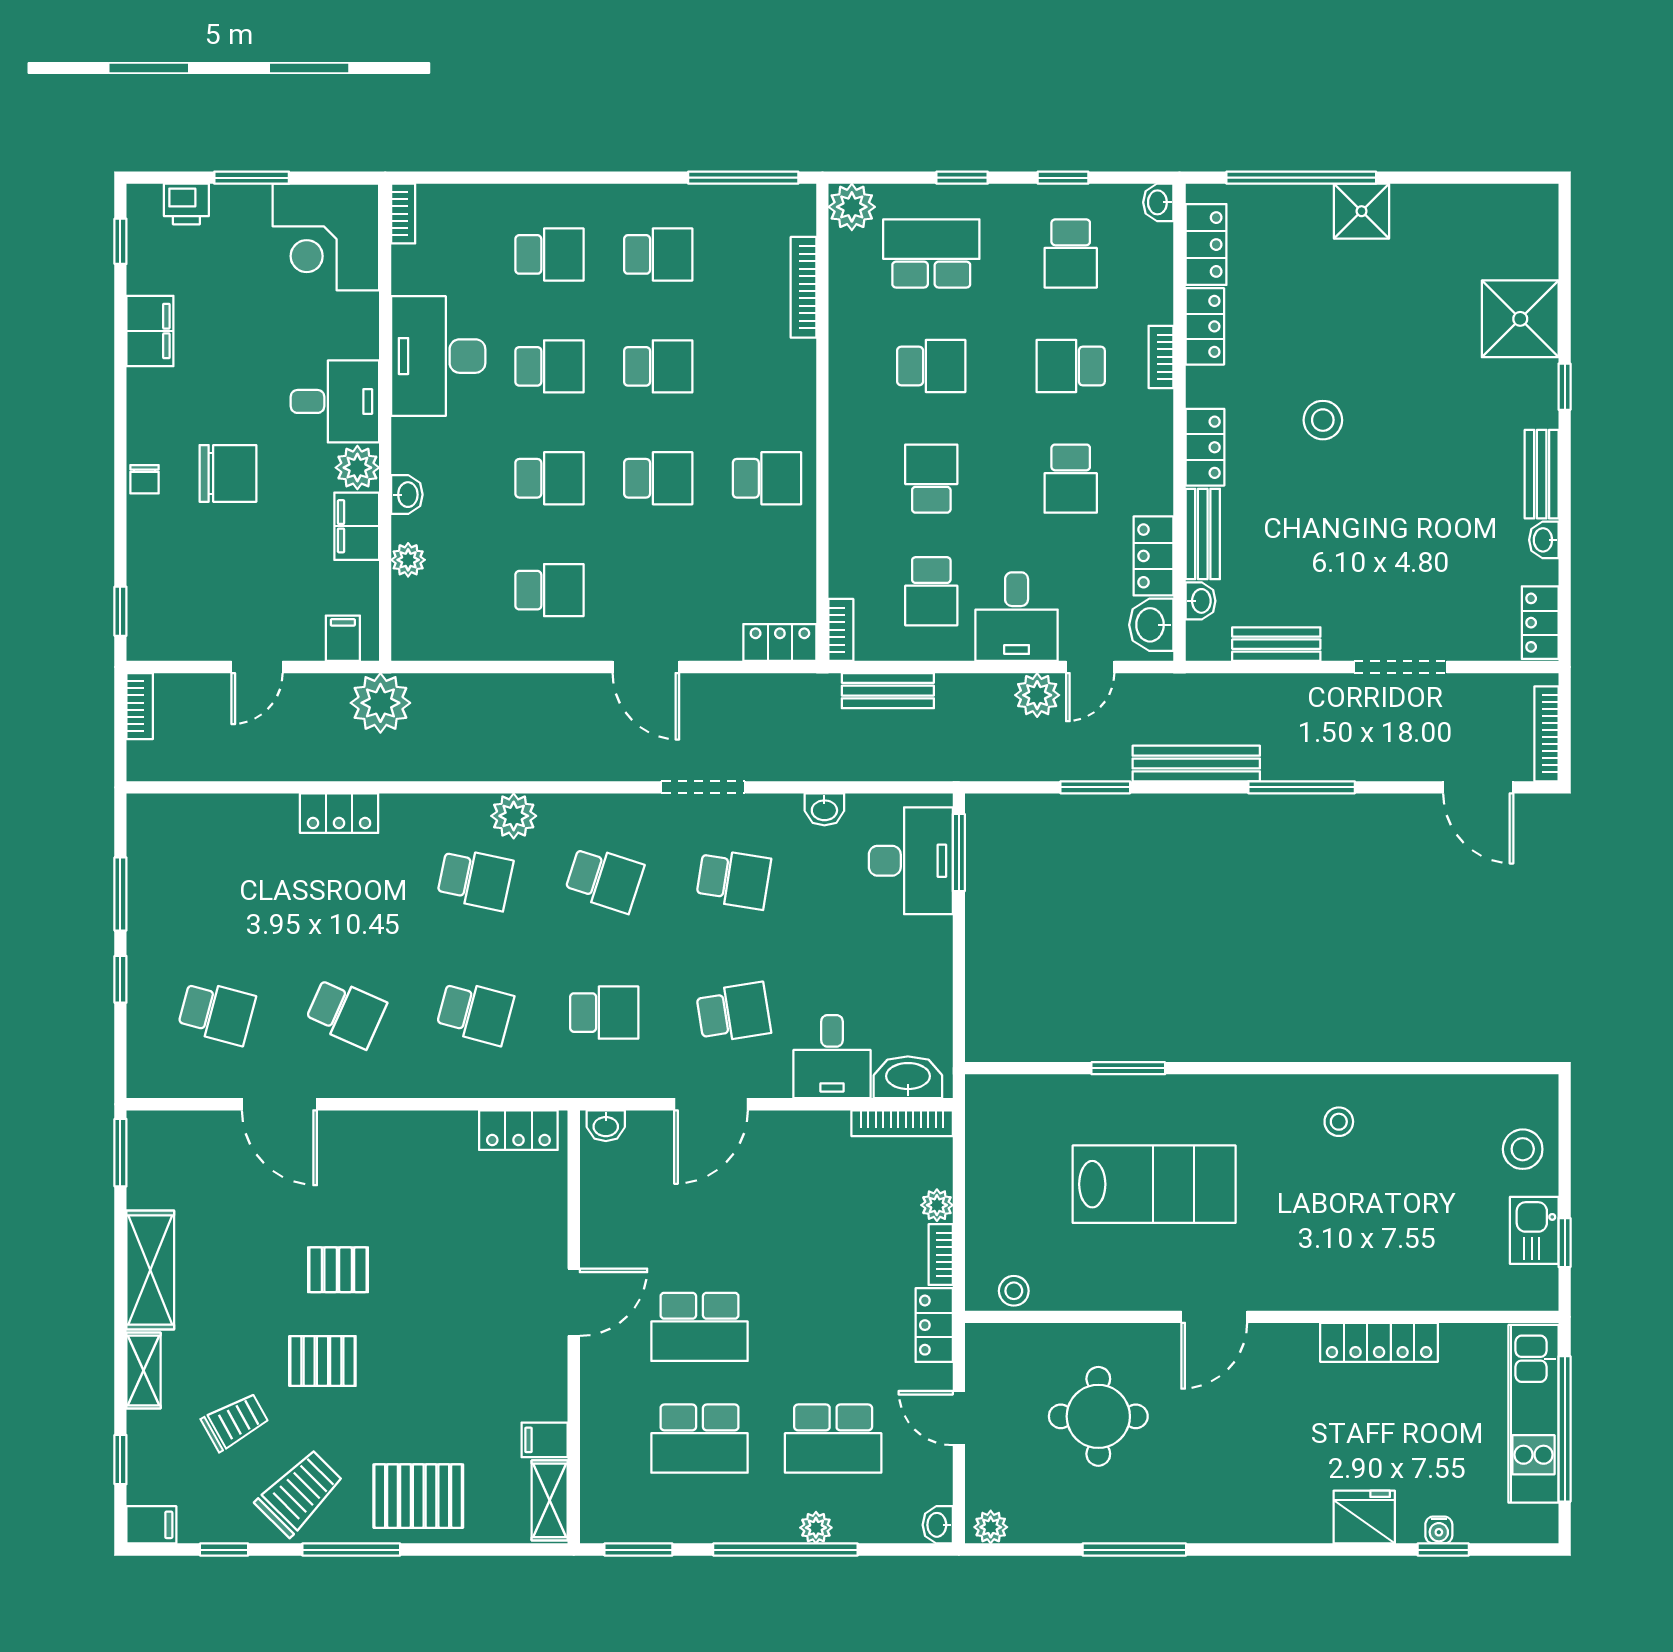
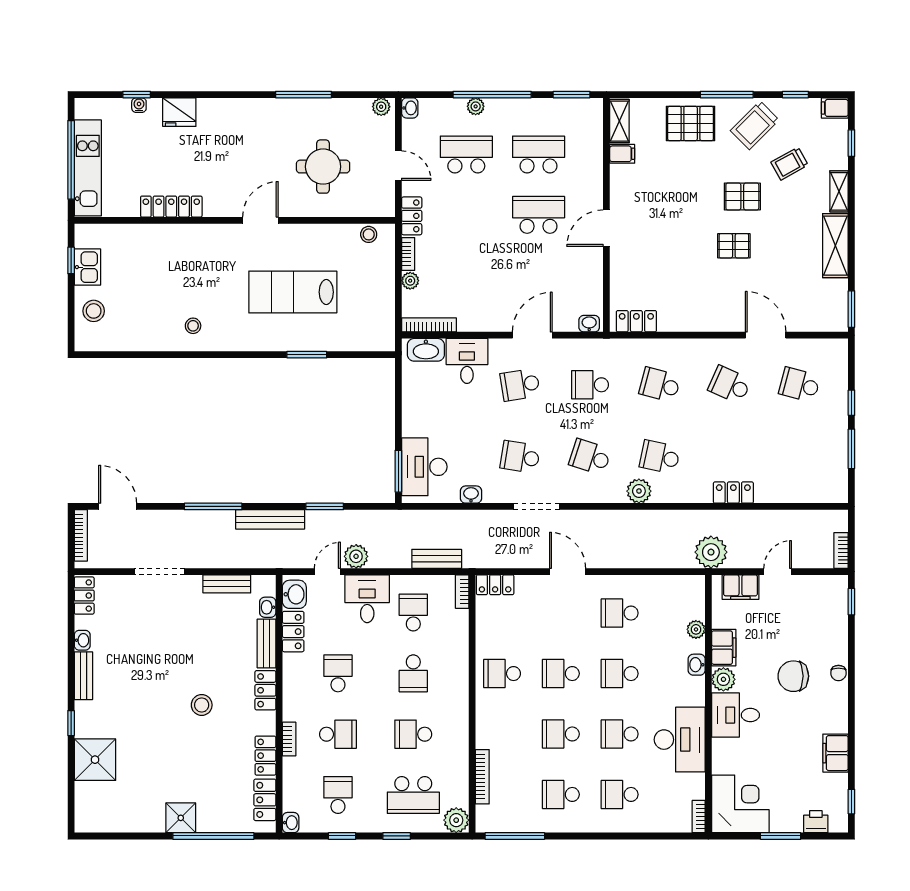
chair: (144, 479) -> (838, 673), turned 180
filing cabinet: (343, 638) -> (740, 587), width x2.00

